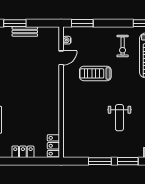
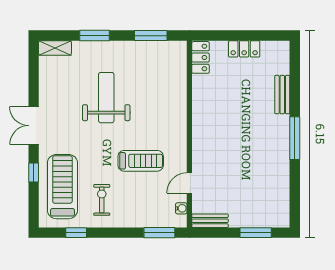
bench: (25, 32) -> (210, 221), moved
weight bench: (119, 118) -> (106, 98), width x1.36, depth x1.33
window: (100, 161) -> (151, 36), moved

